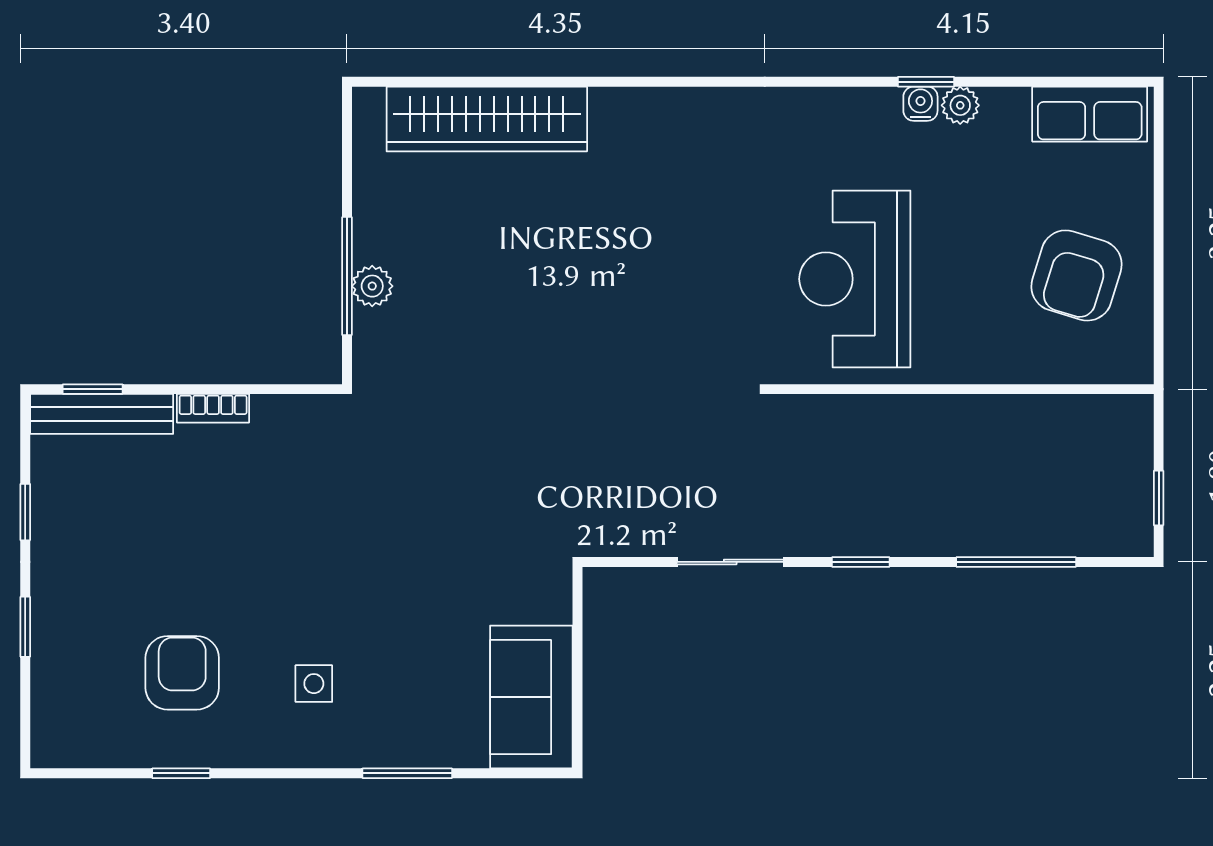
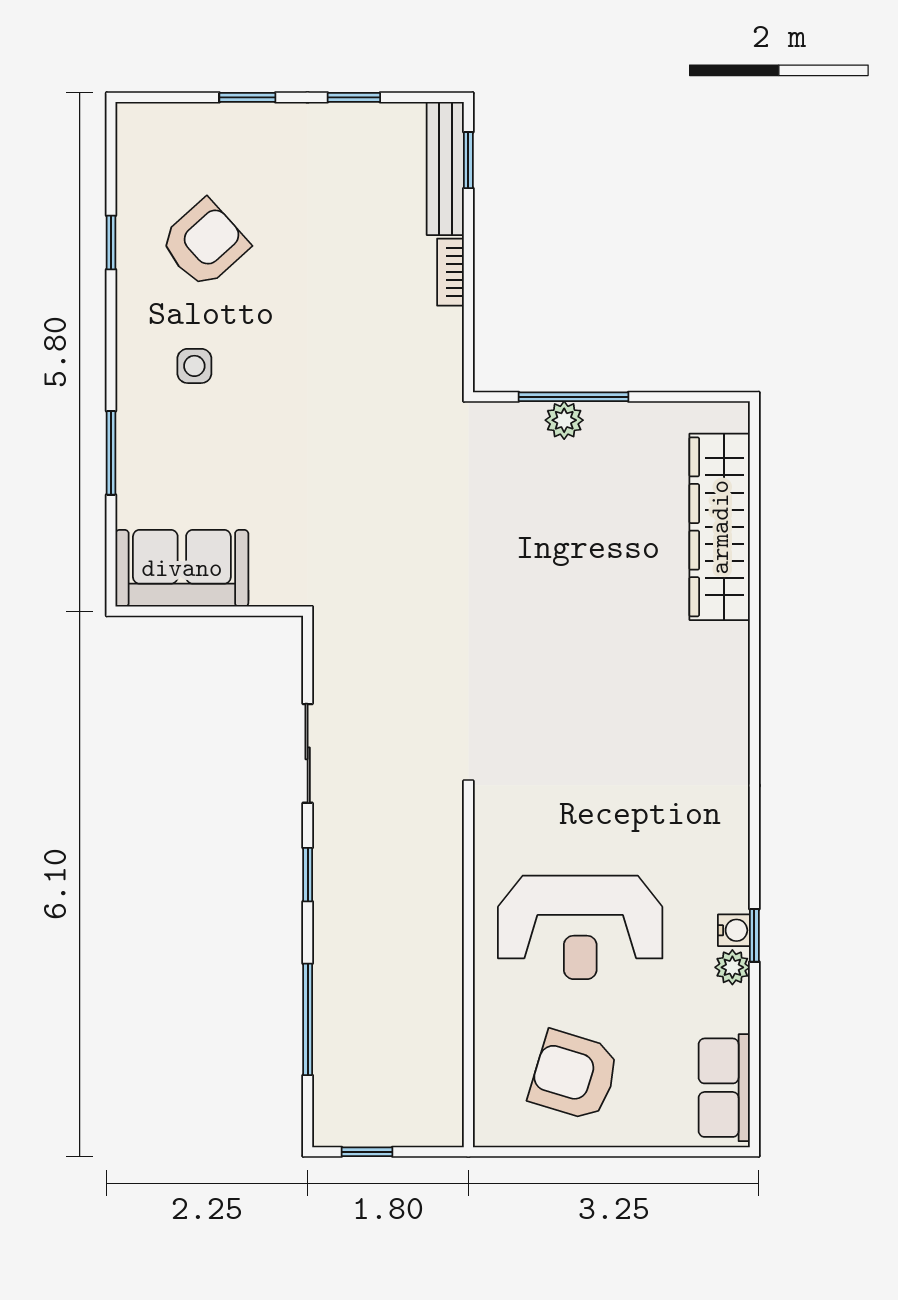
reception desk: (855, 279) -> (580, 927), moved, turned 180
armchair: (182, 673) -> (204, 243), turned -42

